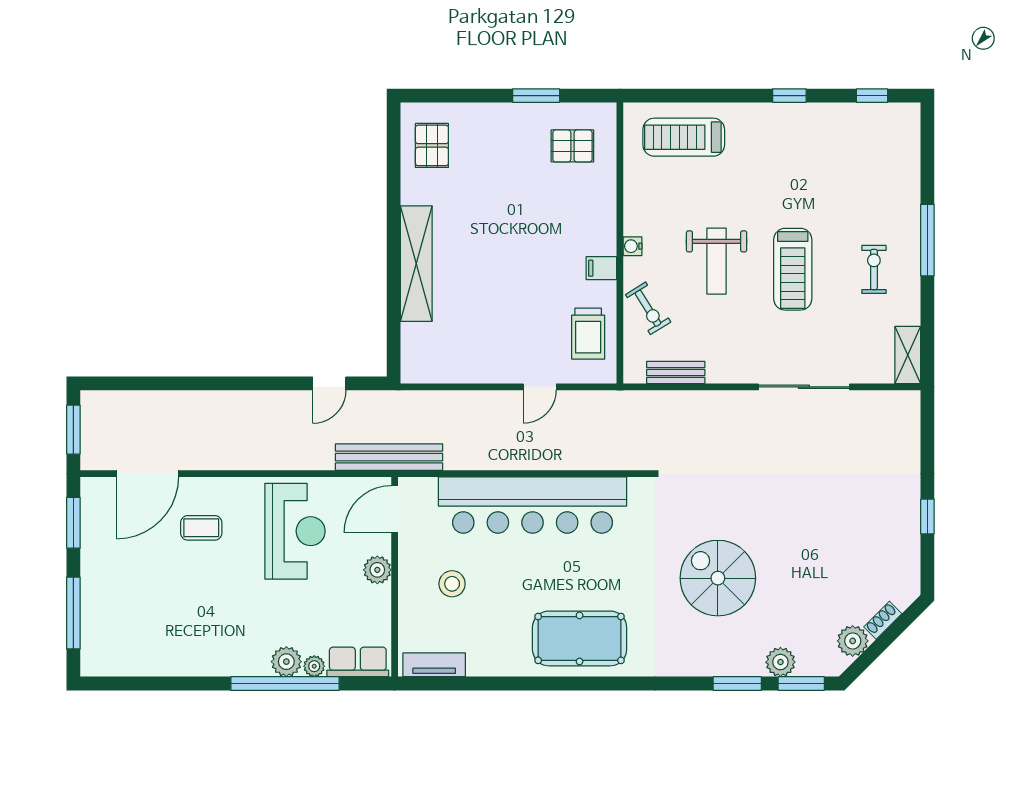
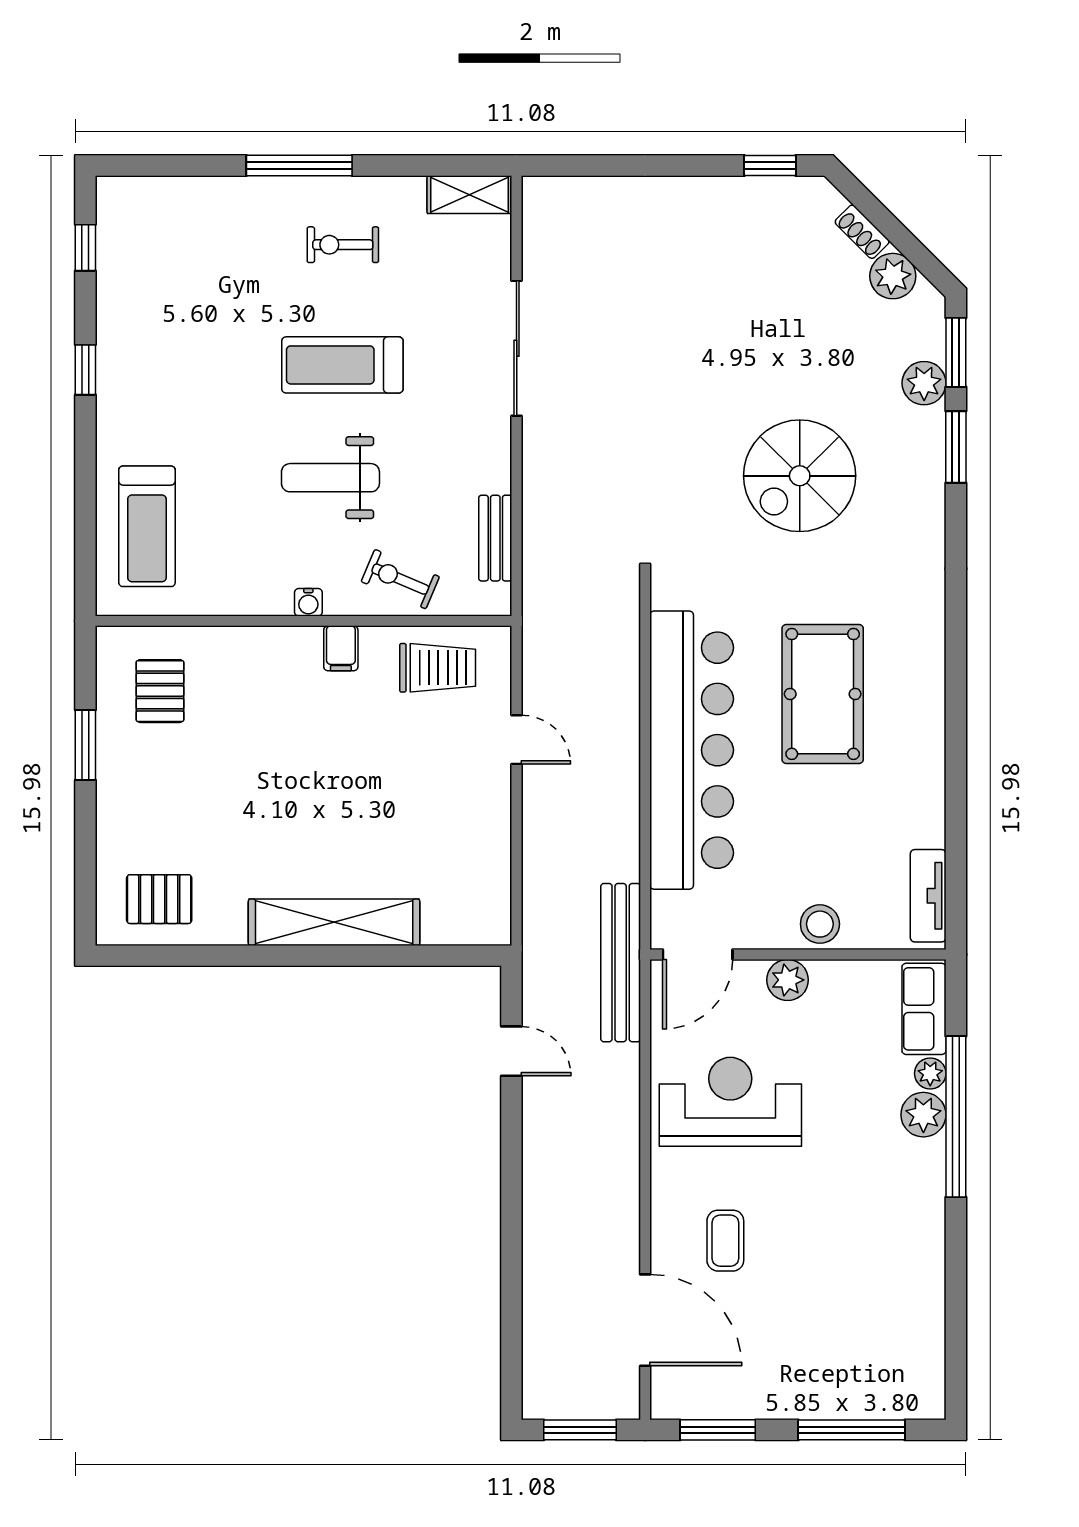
weight bench: (717, 261) -> (330, 478), turned 180
treadmill: (793, 269) -> (342, 365), turned 180
exercise bike: (648, 308) -> (400, 579), turned -125
door: (395, 509) -> (698, 954), hinge flipped
window: (927, 517) -> (770, 166), moved
stool: (452, 584) -> (820, 924), moved
pool table: (580, 638) -> (823, 694), moved

